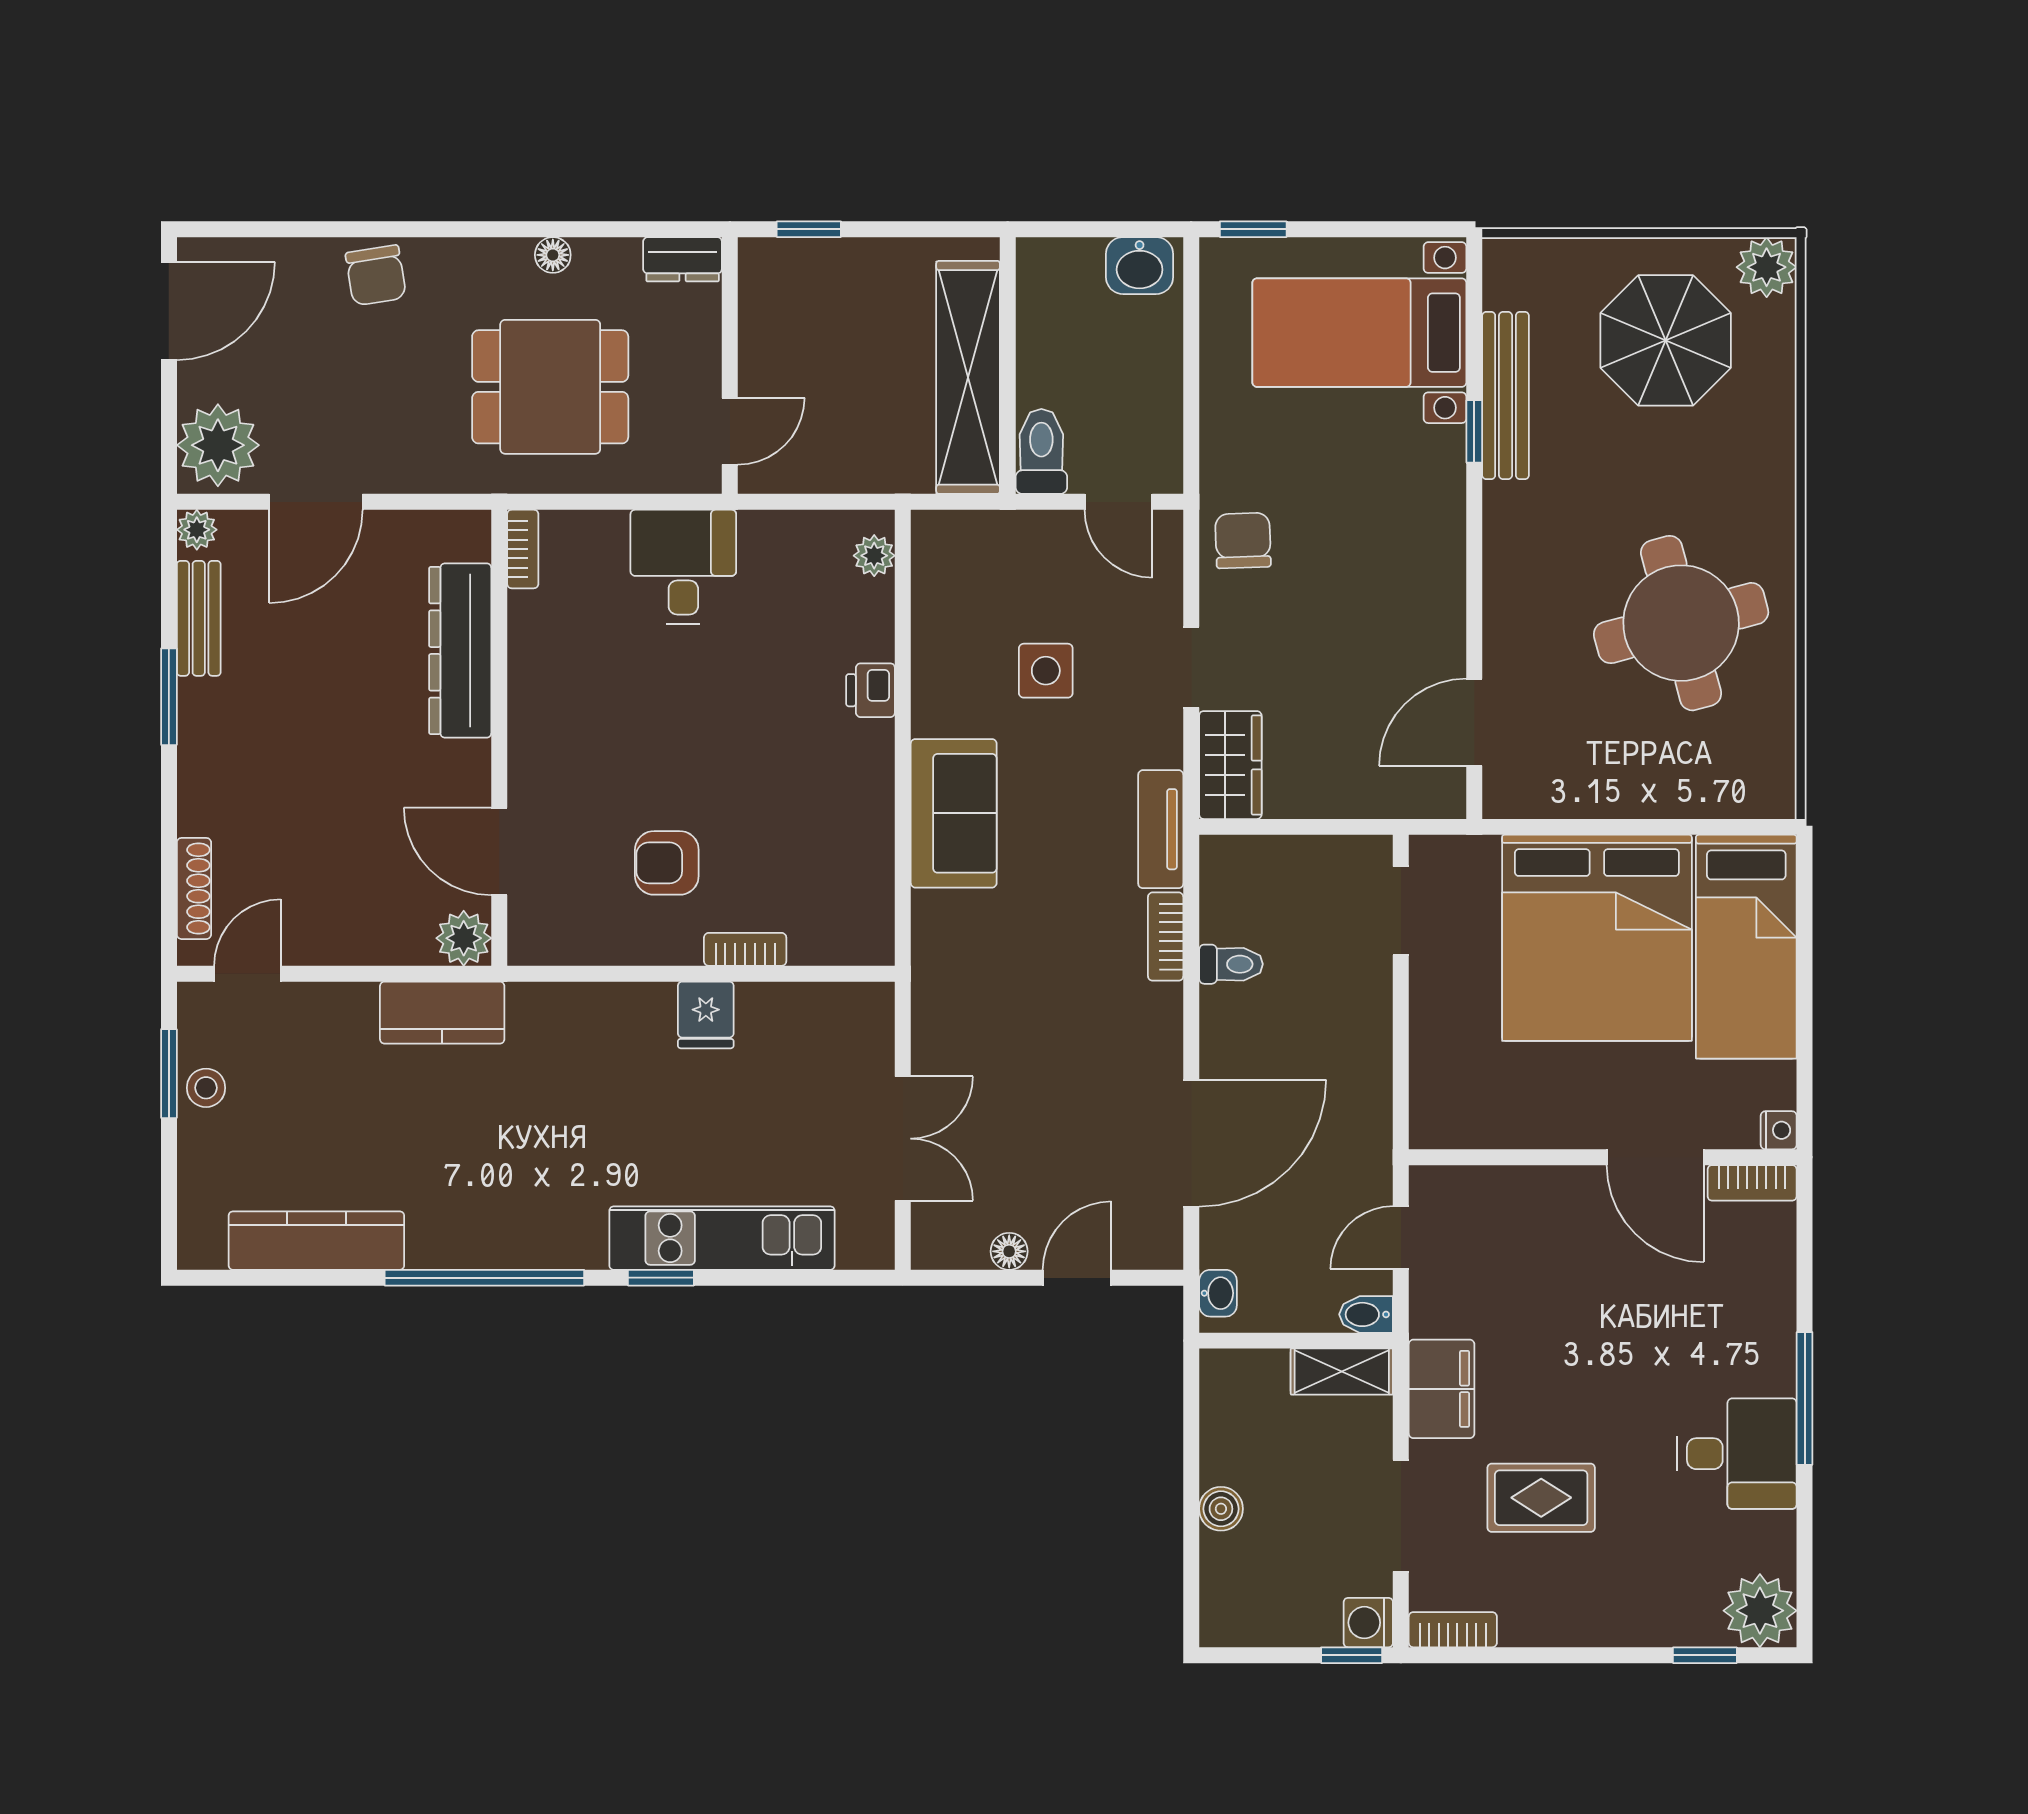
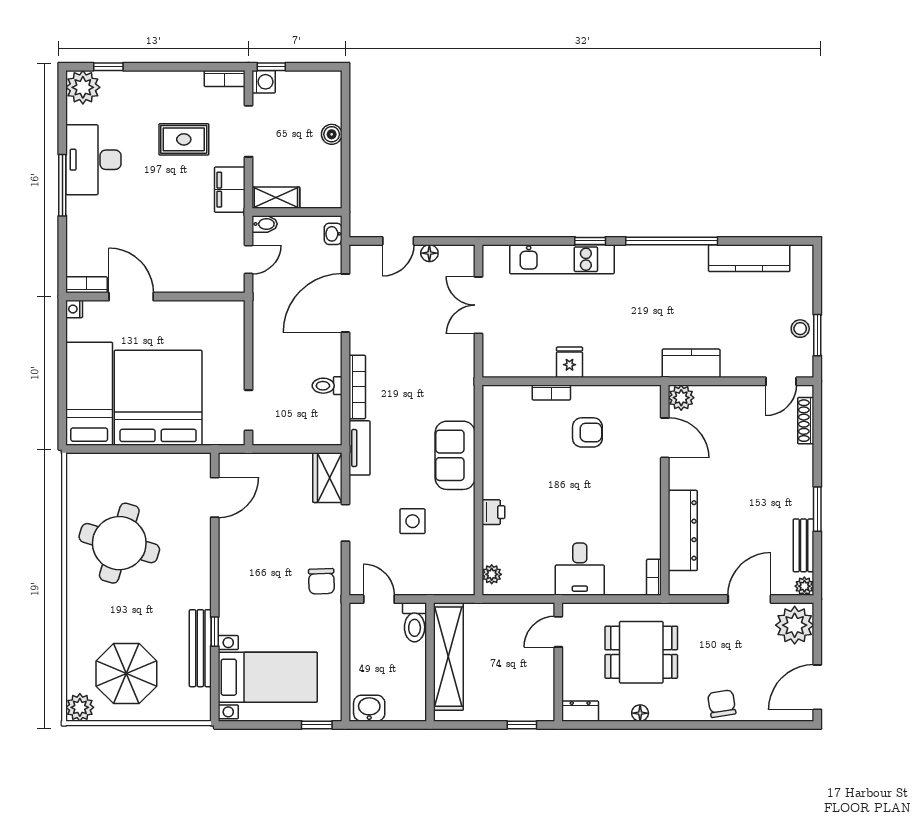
round table: (1681, 623) -> (119, 543), turned 32
bookcase: (1166, 937) -> (357, 387), width x1.56
desk: (1737, 1454) -> (93, 160), width x1.37

